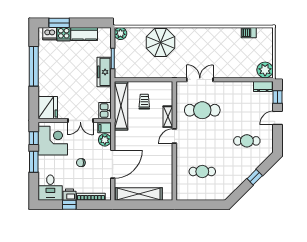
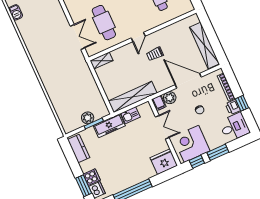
plant: (120, 33) -> (88, 118), moved
kitchen counter: (84, 34) -> (79, 149), moved
parasol: (161, 43) -> (60, 87), removed
double door: (200, 80) -> (78, 37), swing flipped
trolley: (144, 102) -> (155, 54), moved
kitchen sink: (105, 111) -> (130, 115), moved
shelving: (168, 117) -> (102, 61), moved
door: (174, 136) -> (138, 37), hinge flipped

